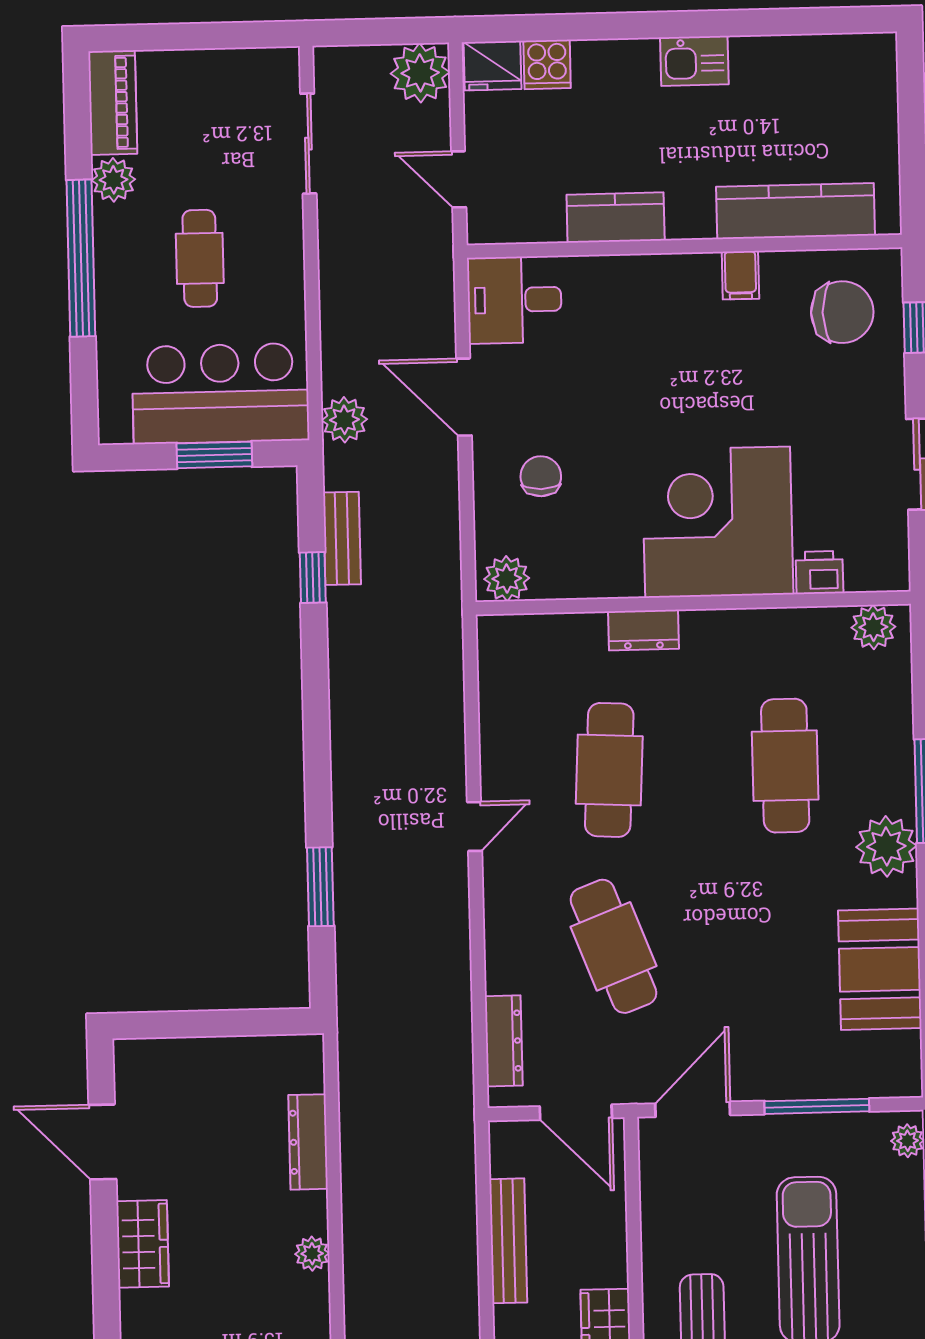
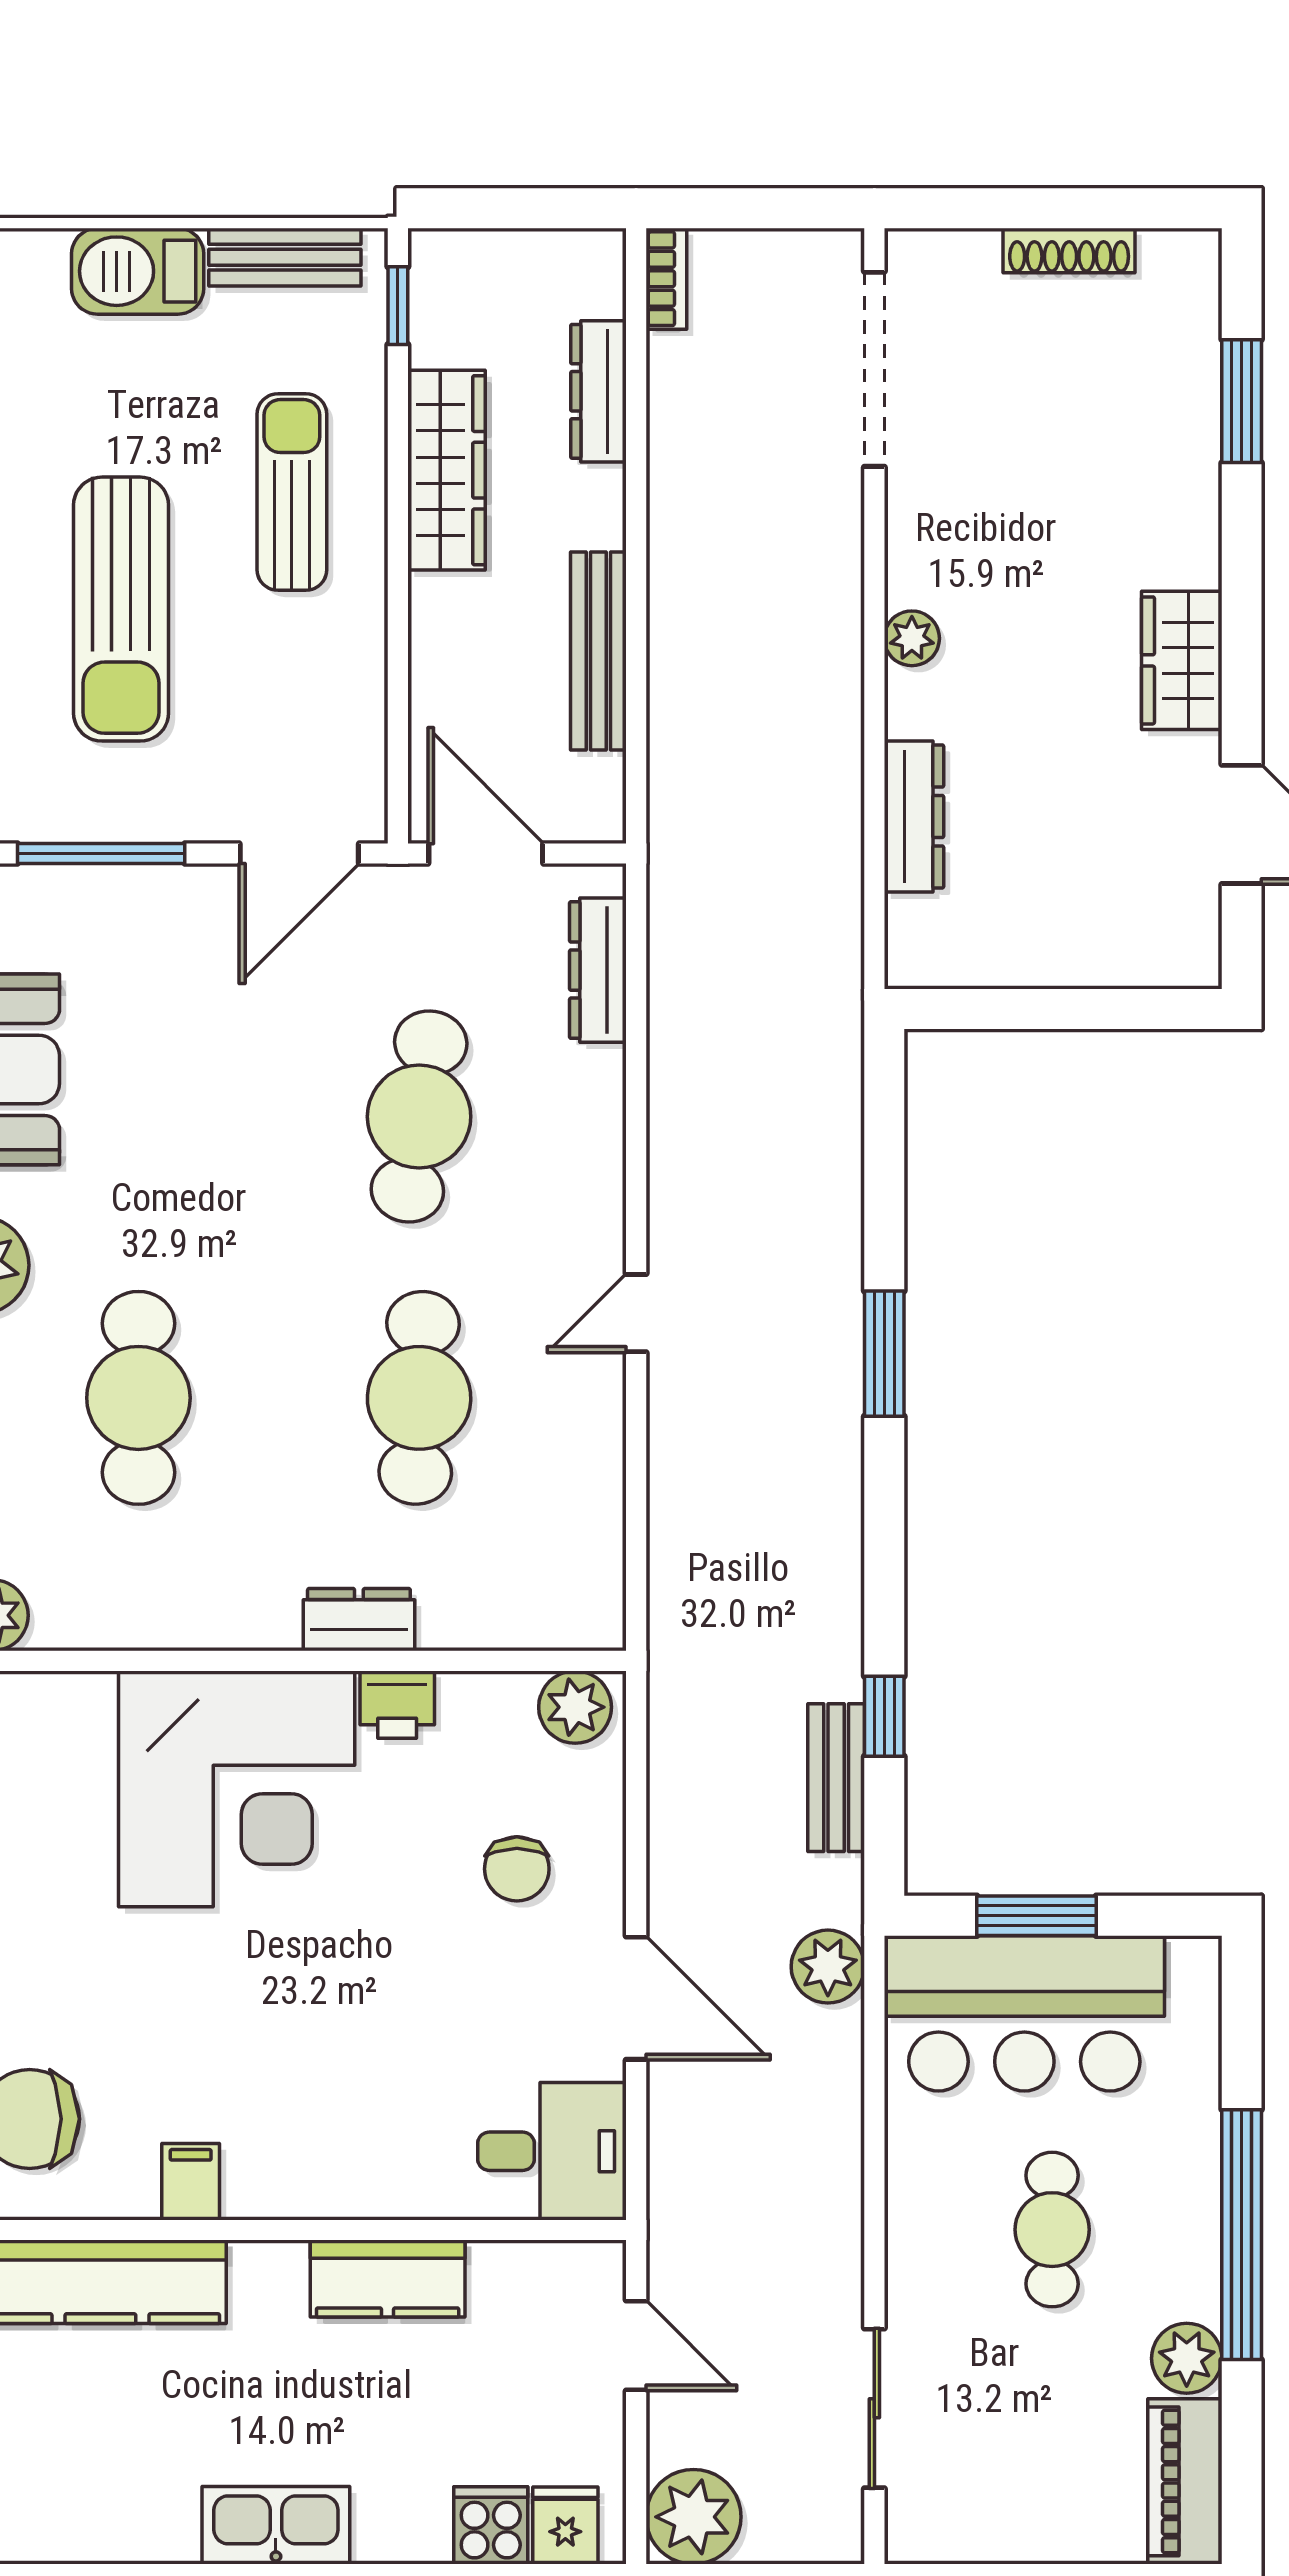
kitchen sink: (694, 61) -> (276, 2525), width x1.38
fridge: (493, 66) -> (565, 2526), width x0.72
printer: (819, 572) -> (397, 1705), moved
window: (320, 887) -> (884, 1354), moved
cafe table: (614, 946) -> (419, 1117), turned 30

